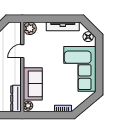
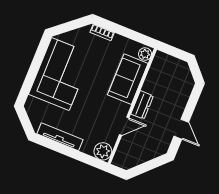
floor lamp: (88, 37) -> (33, 111), removed
dresser: (16, 99) -> (142, 105), moved, width x0.70

